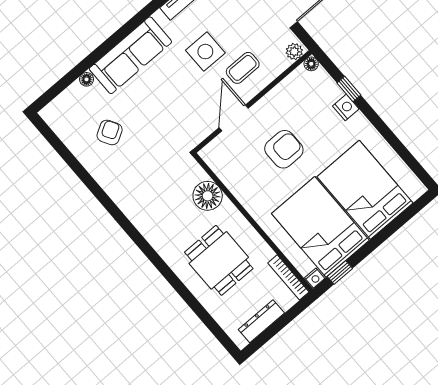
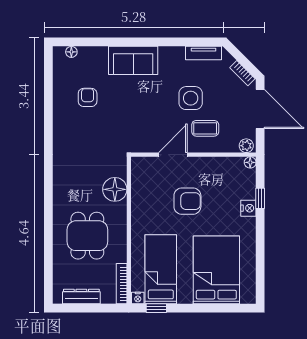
sofa: (130, 55) -> (133, 60), width x0.73
floor lamp: (87, 79) -> (71, 52), moved
armchair: (110, 132) -> (88, 97), turned -60
bed: (320, 227) -> (161, 269), width x0.67

